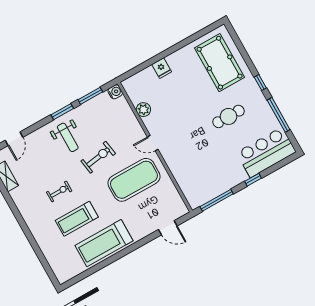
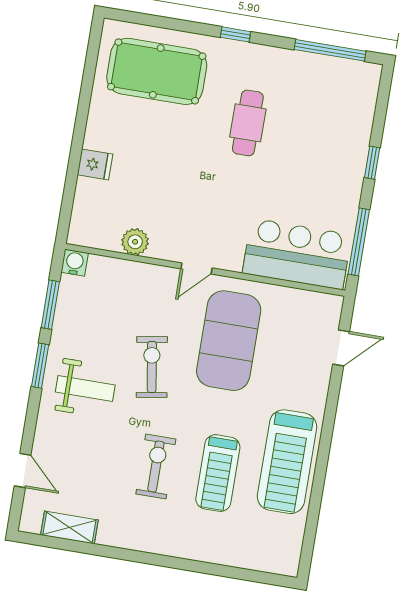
window: (279, 115) -> (330, 50), moved
bar counter: (266, 152) -> (297, 254), moved, turned 90
exercise bike: (59, 191) -> (156, 466), width x1.38, depth x1.39

